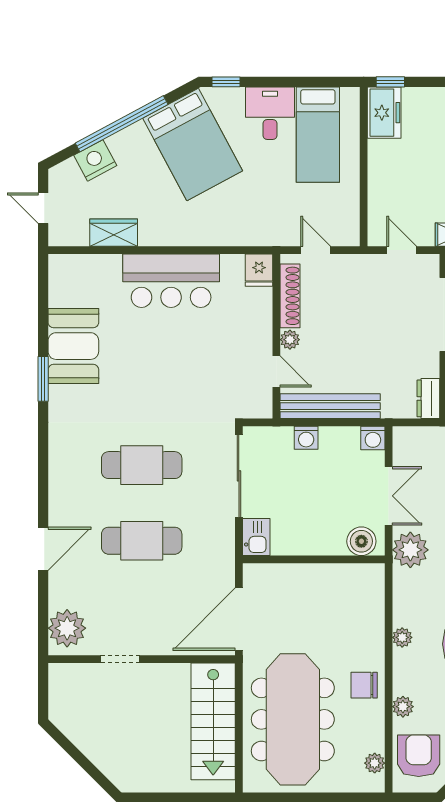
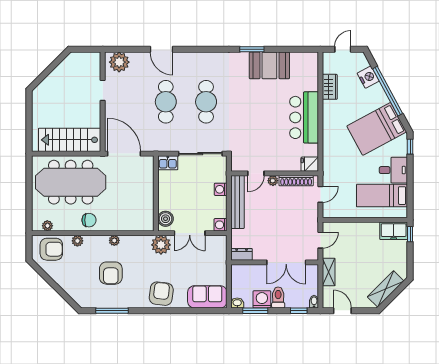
chair: (364, 685) -> (89, 220), turned 90

